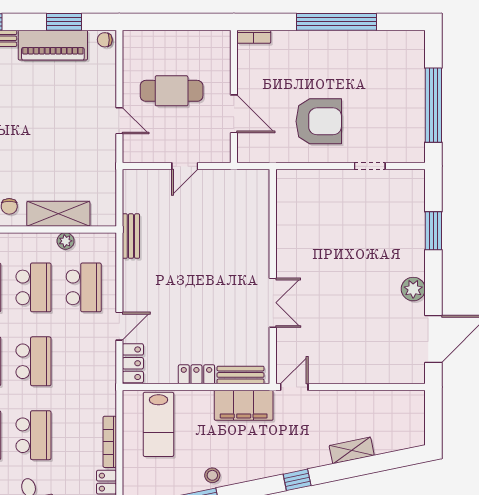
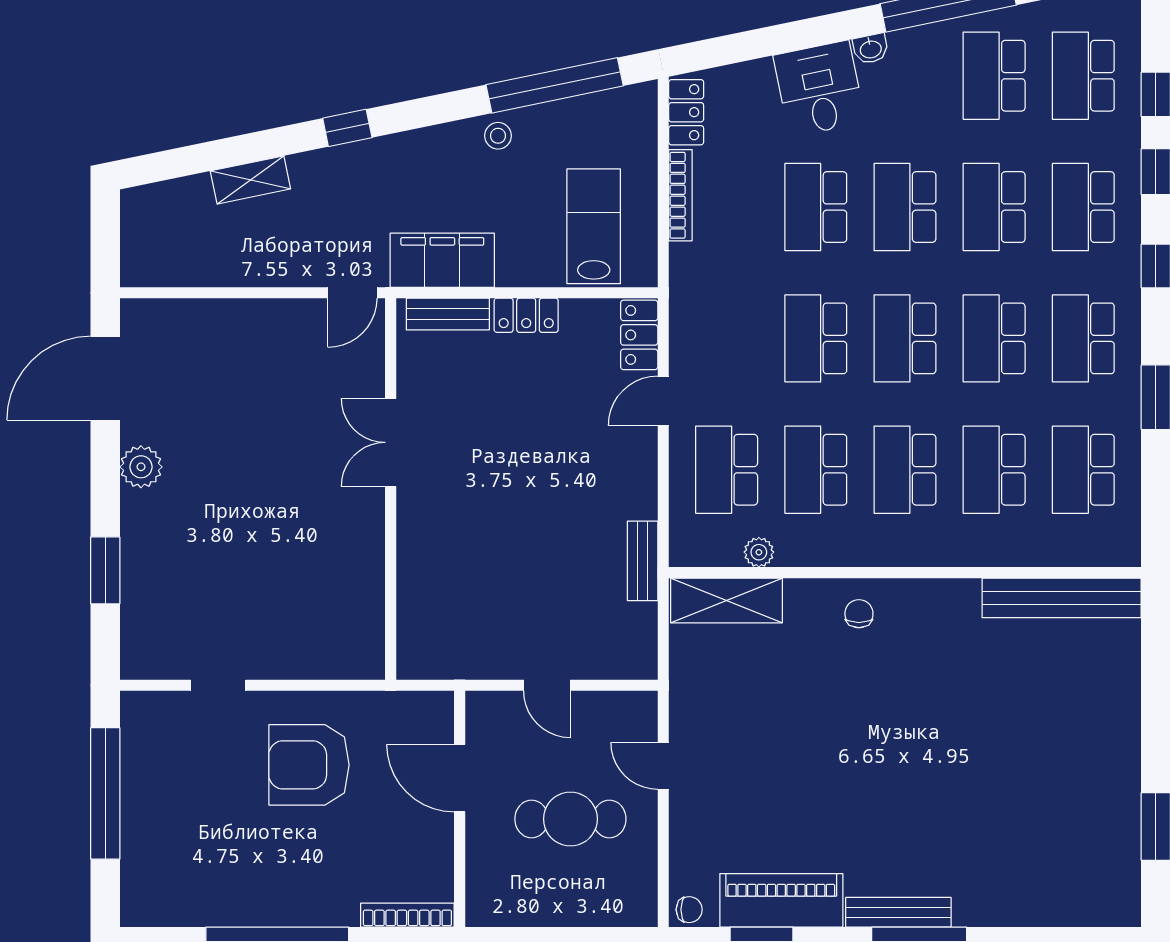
bookcase: (254, 37) -> (407, 915), width x1.56
door: (185, 166) -> (547, 685), swing flipped
shelving: (58, 214) -> (726, 600), moved

